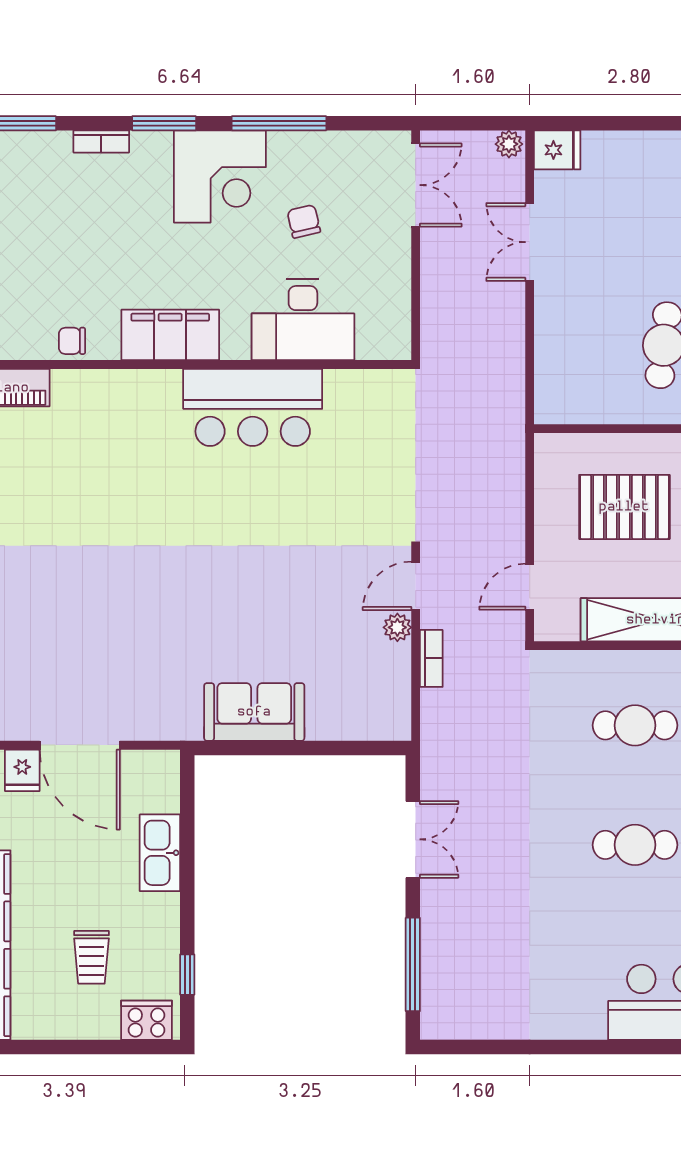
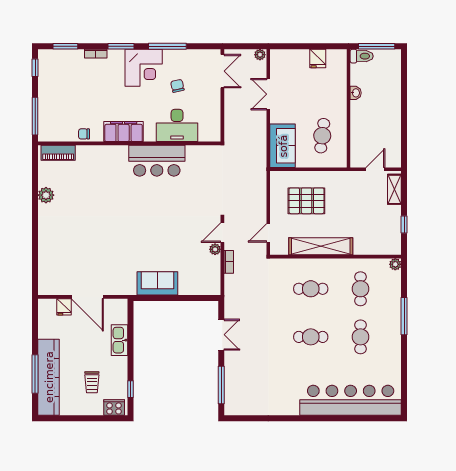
fridge: (557, 150) -> (318, 59), moved, turned 90
sofa: (565, 370) -> (283, 146), added

